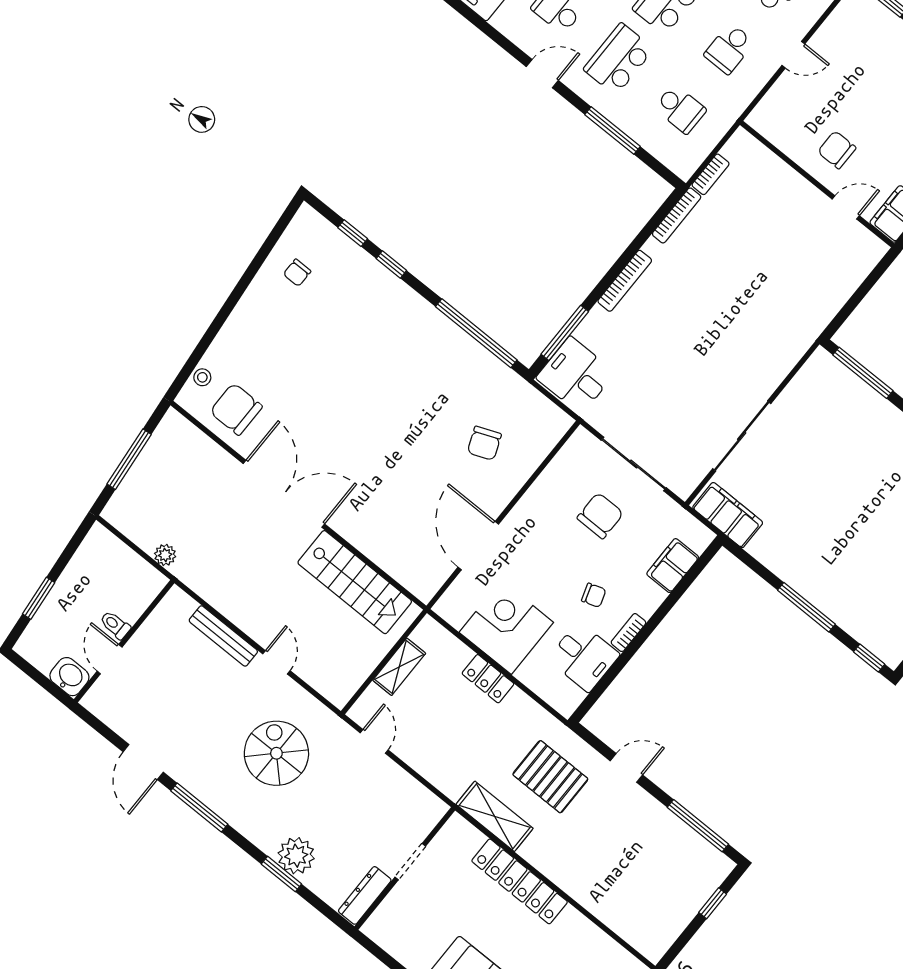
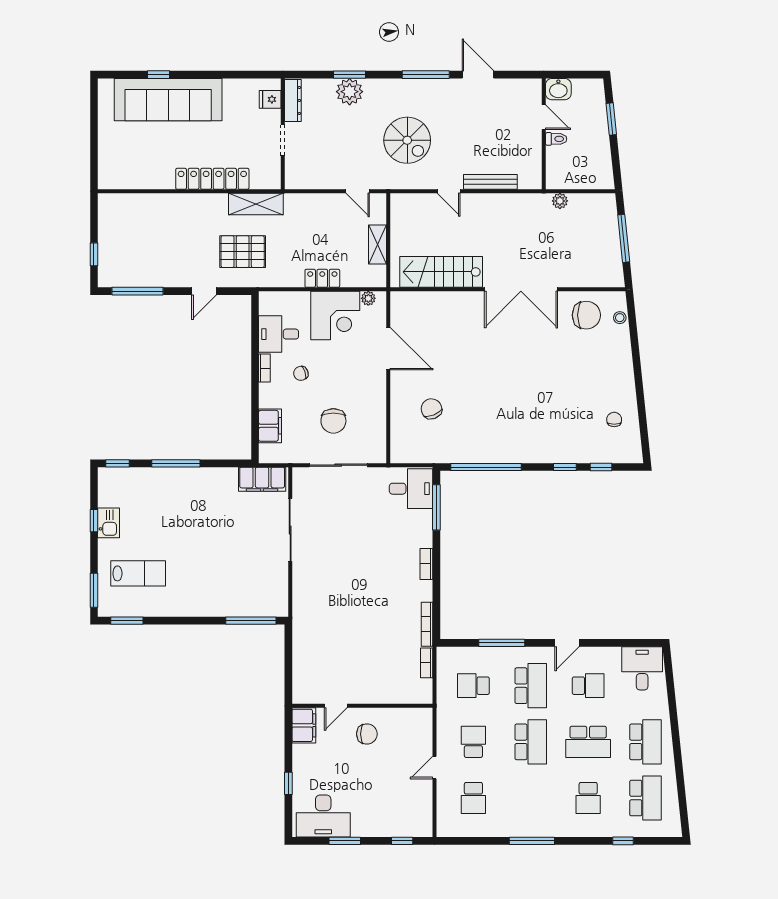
bookcase: (625, 281) -> (426, 564), width x0.64
plant: (456, 617) -> (368, 298), added
fridge: (388, 916) -> (270, 99), added

